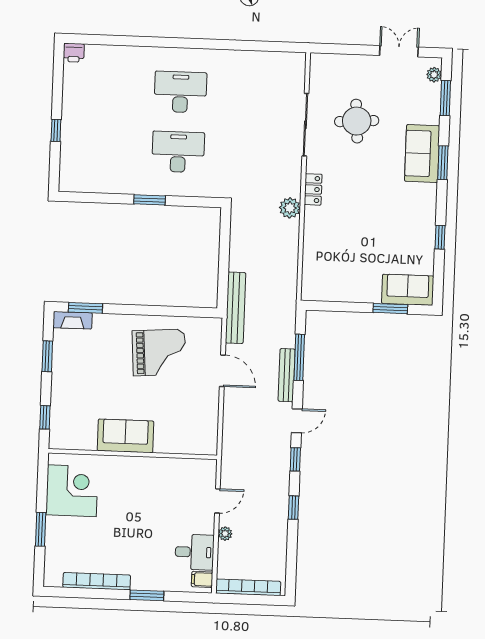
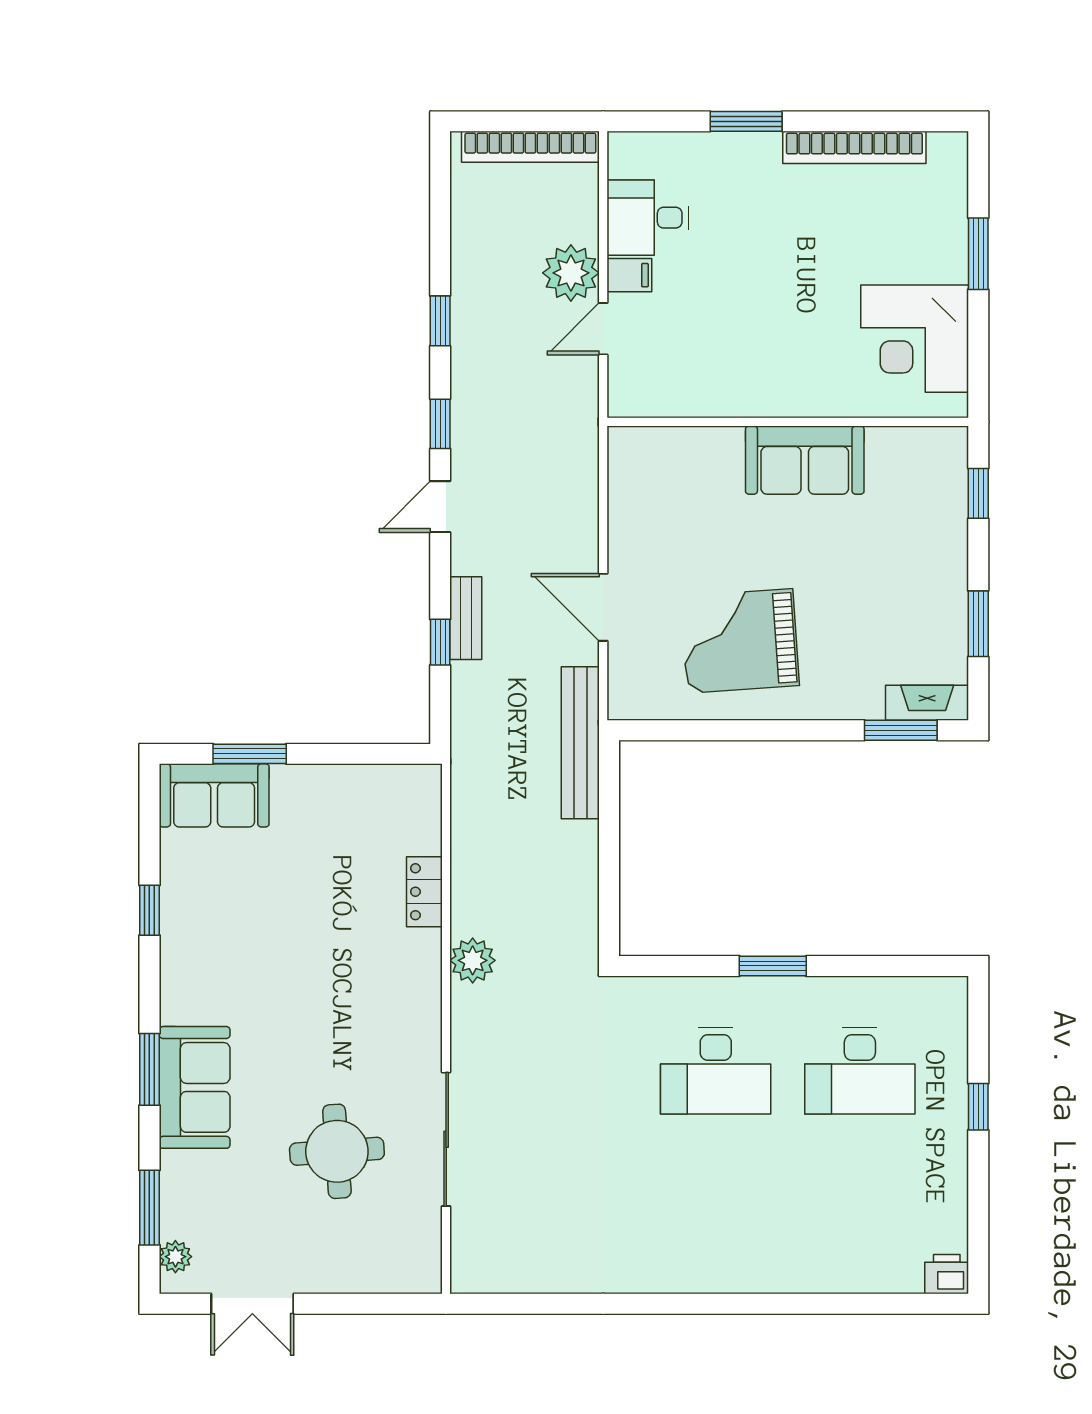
desk: (180, 92) -> (860, 1071), moved
locker: (313, 189) -> (424, 892), moved
window: (299, 357) -> (440, 642), width x0.46
bench: (287, 375) -> (466, 618), width x0.73
plant: (225, 534) -> (571, 273), width x1.88, depth x1.88
filing cabinet: (202, 579) -> (629, 275), moved

